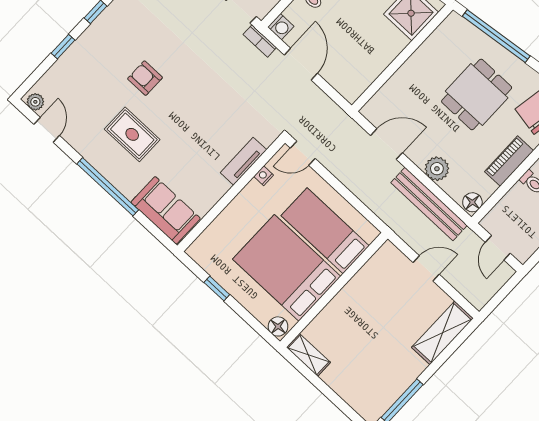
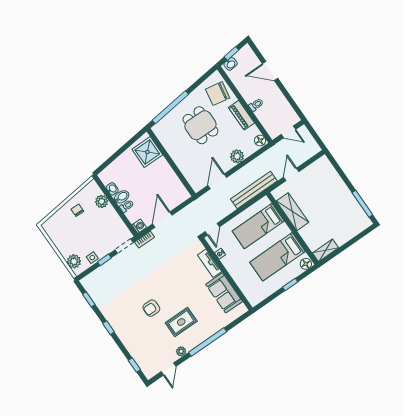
window: (63, 47) -> (134, 365), moved
door: (301, 64) -> (162, 220), hinge flipped
plant: (35, 102) -> (181, 351), moved
door: (47, 130) -> (168, 369), swing flipped
bench: (429, 204) -> (254, 190), moved
sofa: (166, 210) -> (224, 293), moved, turned -90
bed: (287, 268) -> (278, 257), width x0.67
window: (217, 289) -> (290, 285), moved
shelving: (442, 333) -> (293, 212), moved

